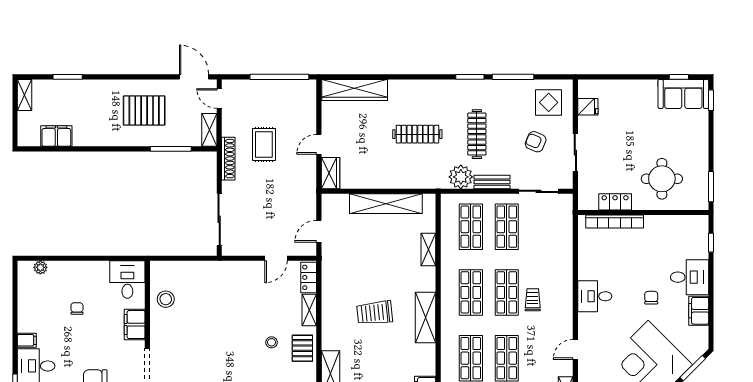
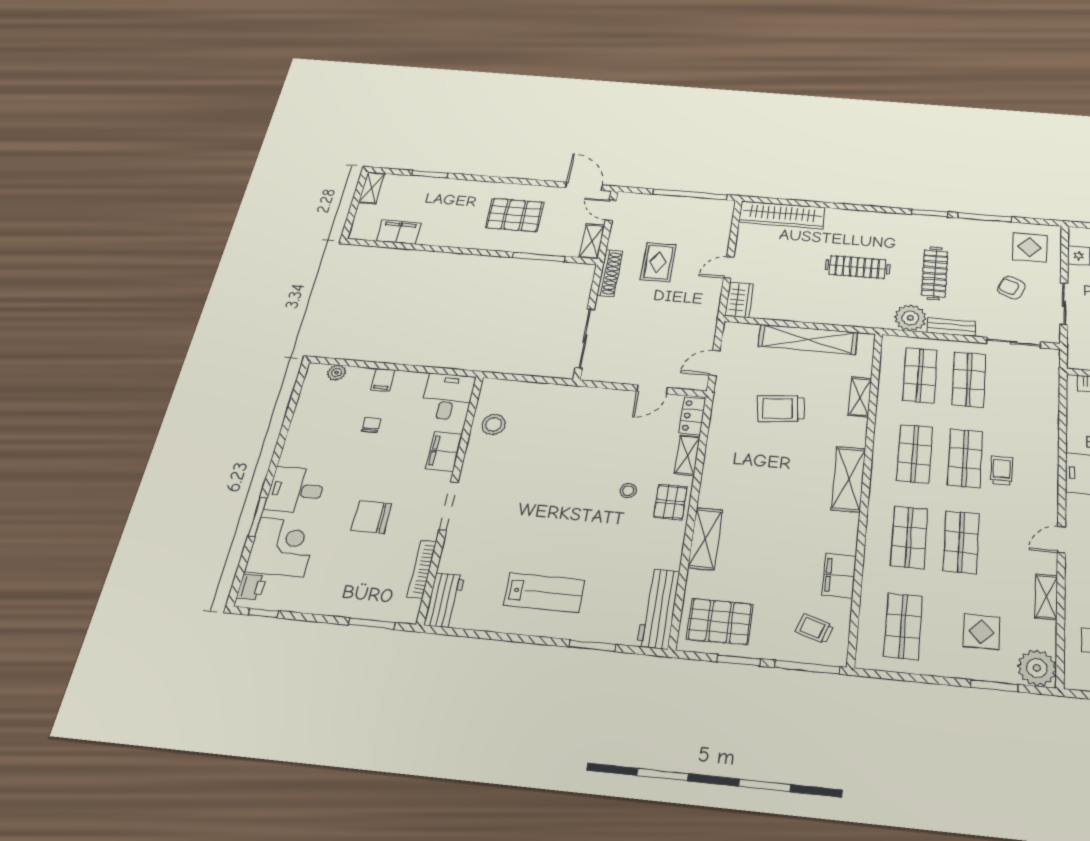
trolley: (375, 313) -> (781, 409), moved
filing cabinet: (27, 340) -> (383, 380), moved, turned 90

